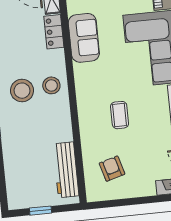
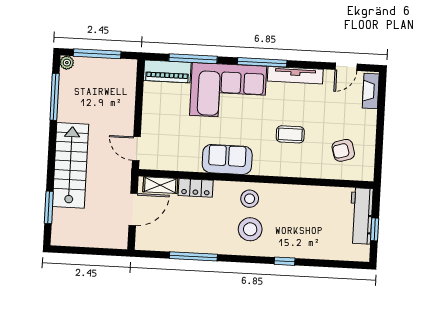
sofa: (84, 38) -> (227, 159), moved
workbench: (66, 170) -> (361, 216), moved, turned 90

